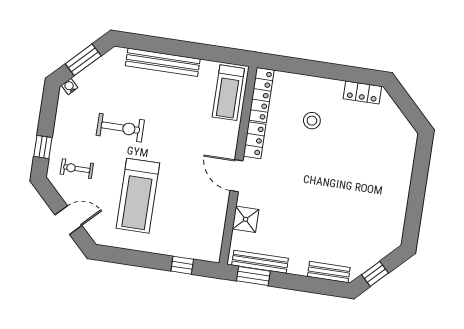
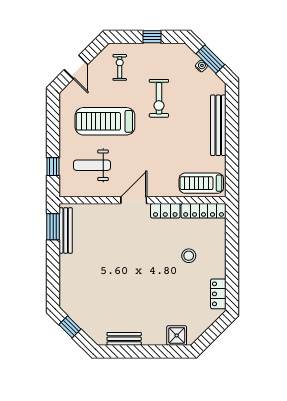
water cooler: (70, 86) -> (201, 66), moved
window: (43, 147) -> (152, 37), moved
weight bench: (188, 219) -> (92, 165), added
shower: (246, 219) -> (177, 335), moved
bench: (329, 272) -> (124, 339), moved, turned 90

